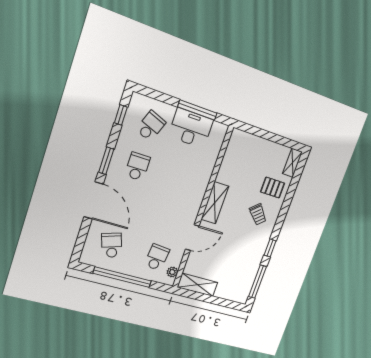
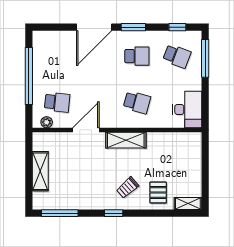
window: (197, 110) -> (205, 58), moved
desk: (191, 128) -> (187, 109), moved
door: (192, 238) -> (86, 130), swing flipped
school desk: (112, 245) -> (137, 102), moved, turned 33
window: (270, 248) -> (114, 213), moved
shelving: (198, 285) -> (40, 171), moved

